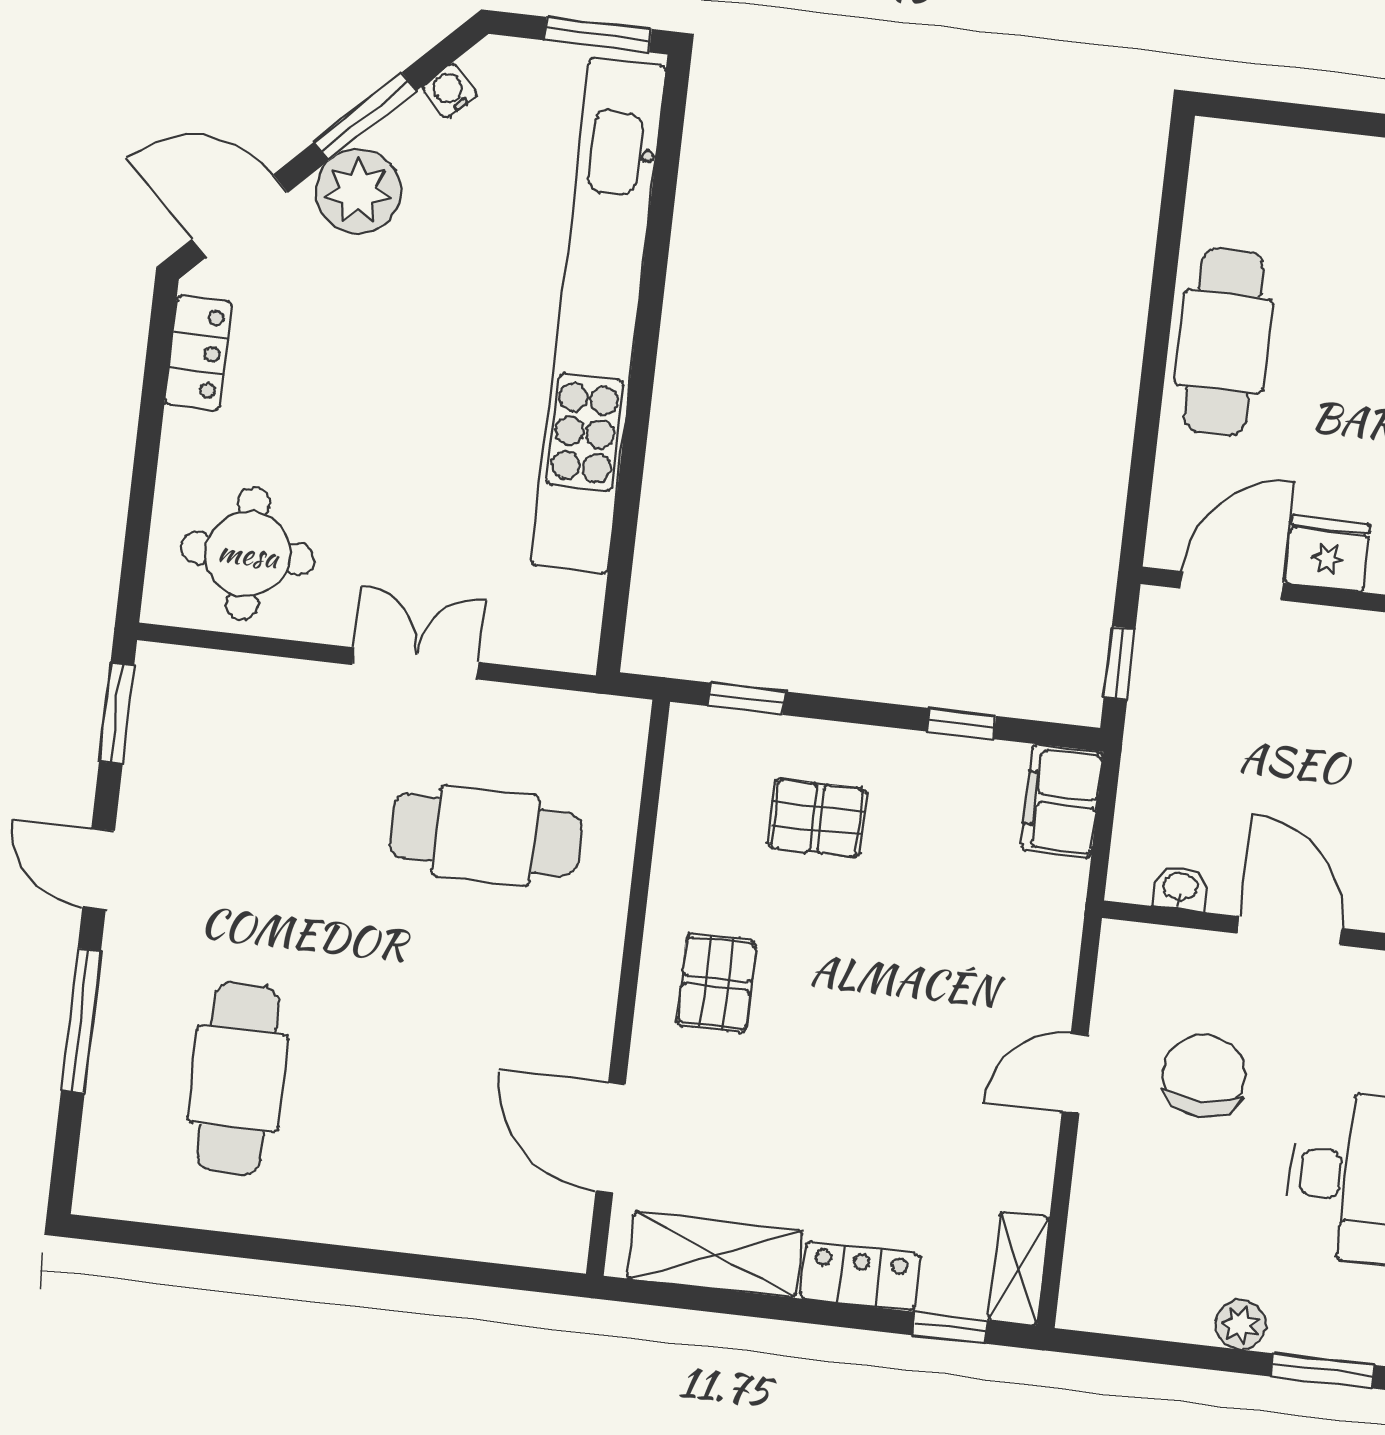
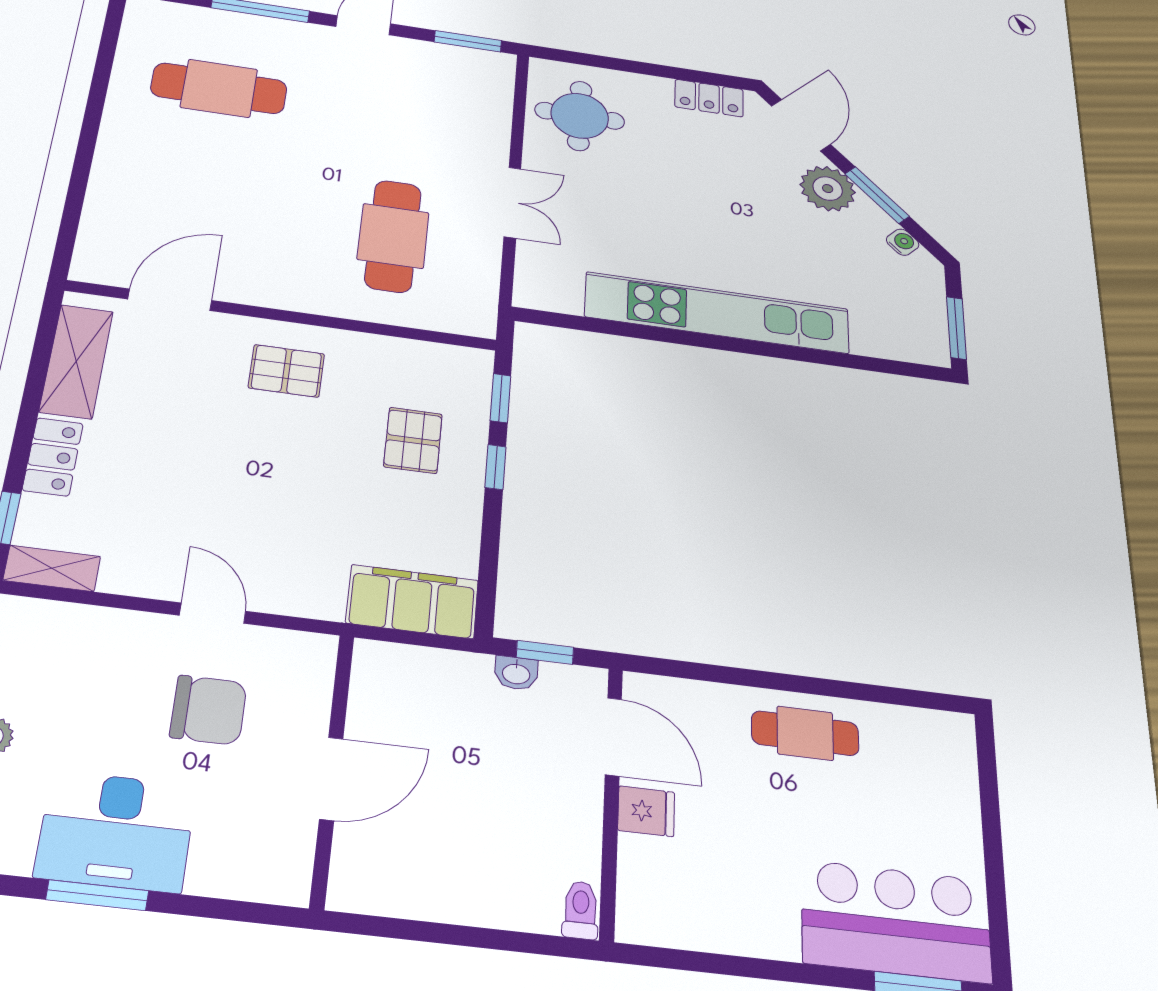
kitchen unit: (598, 316) -> (718, 313), width x0.73
cafe table: (1224, 342) -> (805, 733), width x0.73, depth x0.74
fridge: (1327, 554) -> (646, 811), width x0.72
window: (962, 724) -> (496, 467), moved
filing cabinet: (1062, 801) -> (412, 602), width x1.50, depth x1.17
washbasin: (1180, 888) -> (516, 673), moved, turned 90

